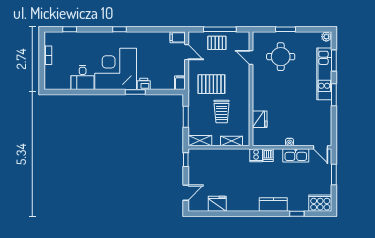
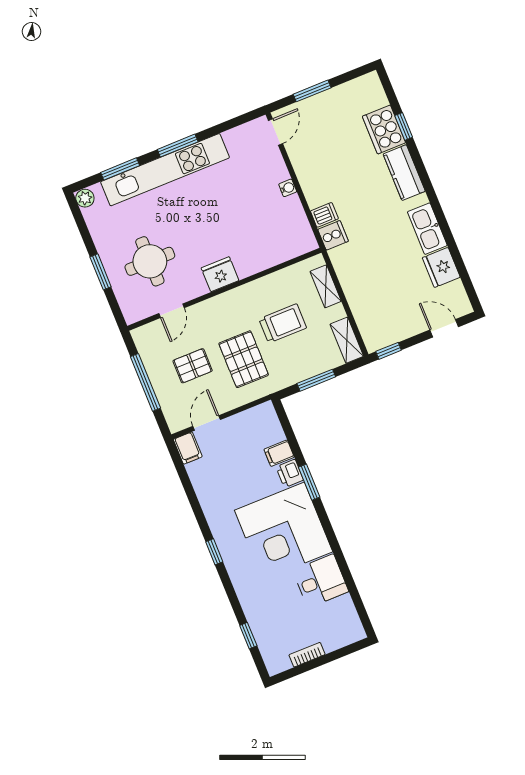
pallet: (217, 43) -> (193, 366), moved, turned 90
kitchen unit: (324, 74) -> (165, 170), width x1.36
filing cabinet: (180, 83) -> (279, 453), moved
fridge: (260, 119) -> (220, 274), moved
kitchen sink: (296, 155) -> (427, 229), moved, turned 180
cooker: (320, 203) -> (384, 130), moved

